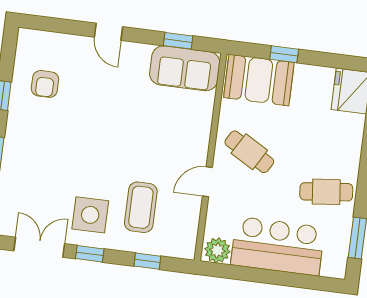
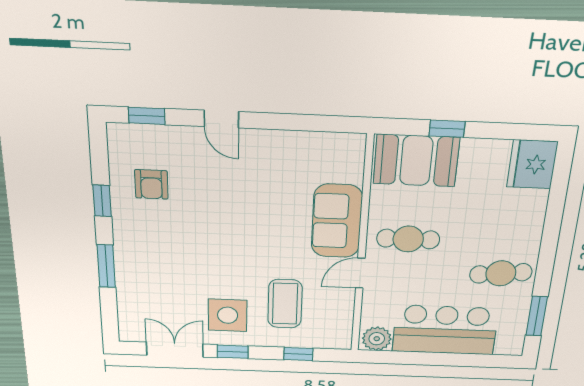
window: (178, 41) -> (147, 116), moved
sofa: (185, 68) -> (337, 221), moved, turned 90
cafe table: (249, 152) -> (408, 239), turned -30

